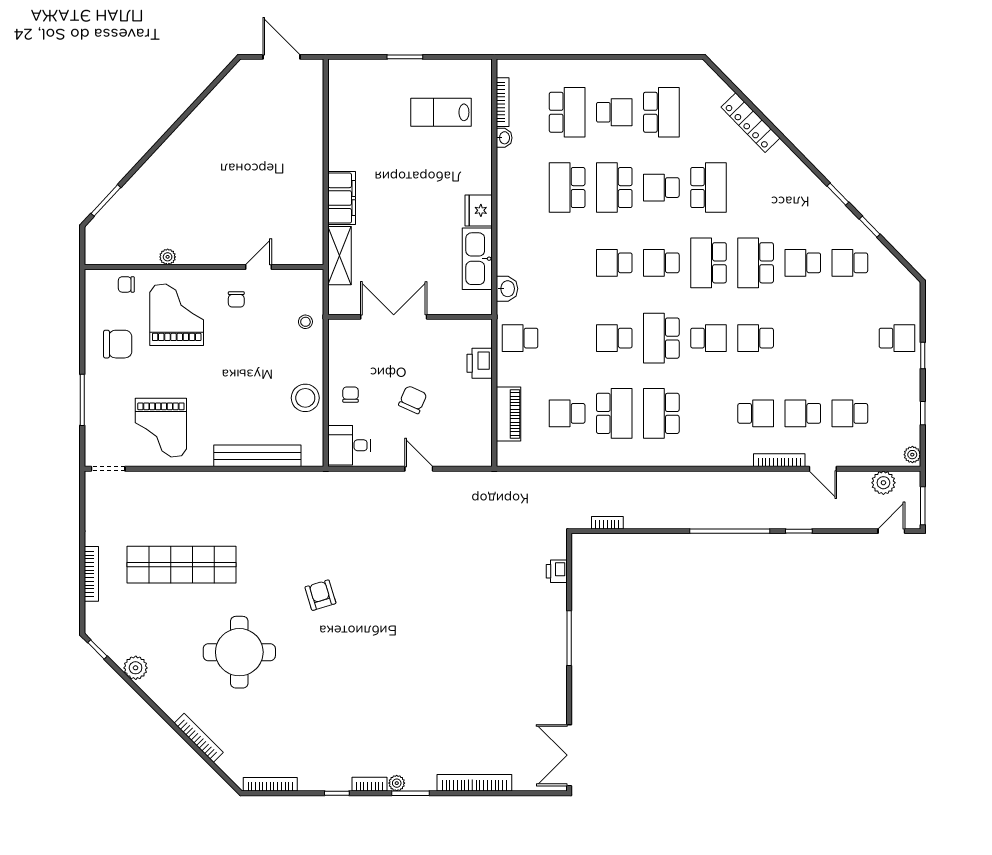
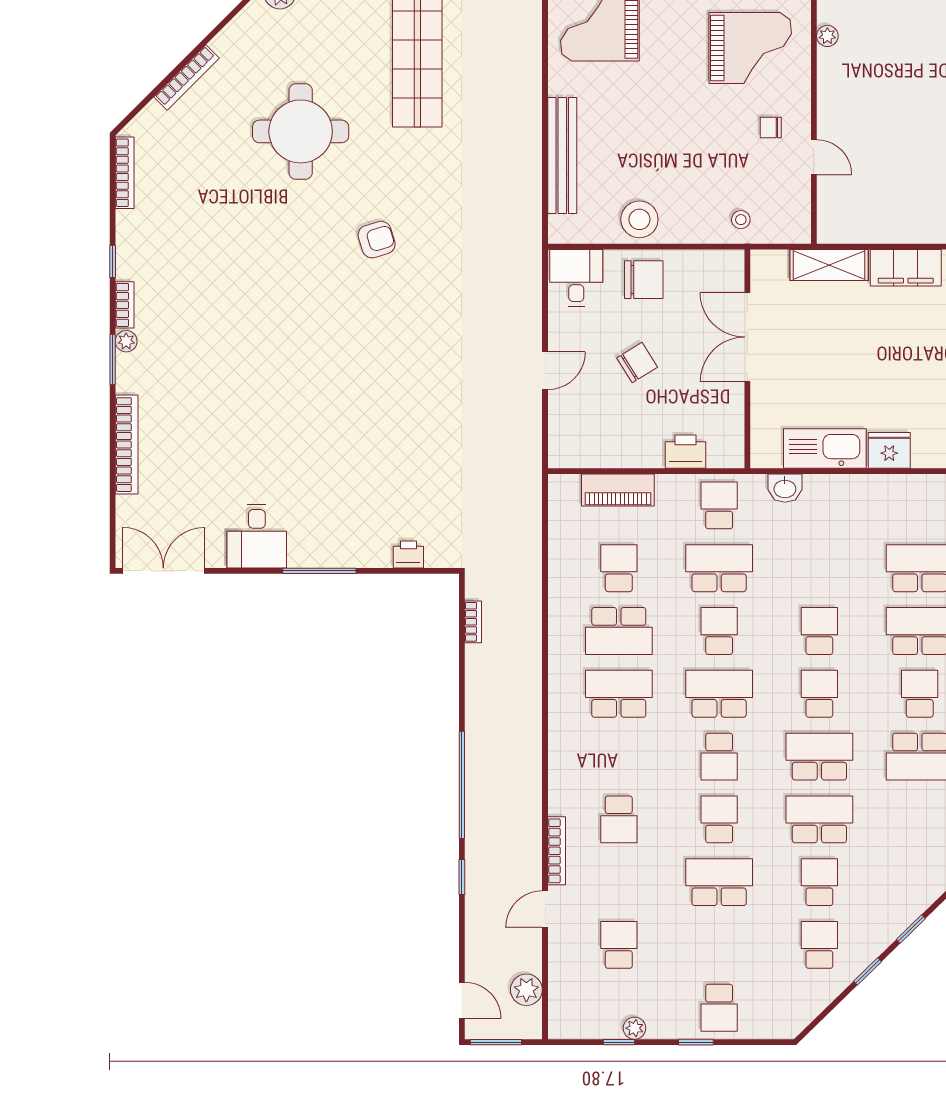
double door: (394, 317) -> (747, 337), swing flipped
school desk: (567, 338) -> (719, 568), added
chair: (351, 395) -> (644, 280), width x1.87, depth x1.87
chair: (413, 400) -> (637, 363), turned -56
school desk: (803, 413) -> (719, 882), moved, width x1.85
plant: (912, 455) -> (634, 1028), moved
desk: (543, 685) -> (257, 536), added

